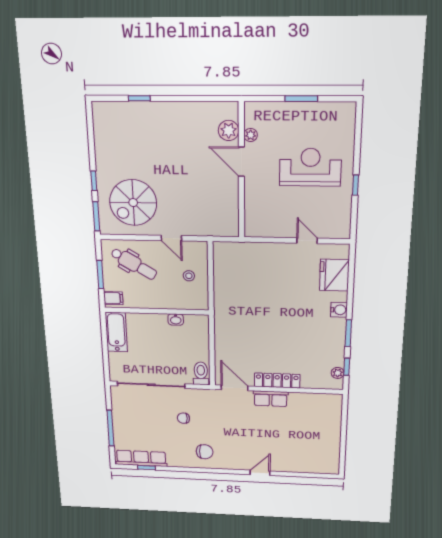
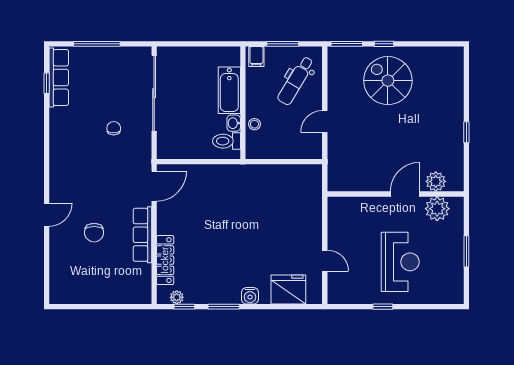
window: (139, 98) -> (466, 132), moved
plant: (251, 135) -> (437, 209), width x1.88, depth x1.88
spiral stairs: (133, 203) -> (388, 81), moved
door: (307, 241) -> (325, 261), hinge flipped
stool: (189, 276) -> (254, 124), moved
bathtub: (116, 332) -> (229, 90), moved, turned 90
toilet: (201, 373) -> (226, 141), moved, turned 180
locker: (277, 380) -> (165, 260), moved
row of seats: (271, 399) -> (142, 235), width x1.48
chair: (205, 452) -> (94, 233), moved
door: (260, 473) -> (47, 215), hinge flipped

